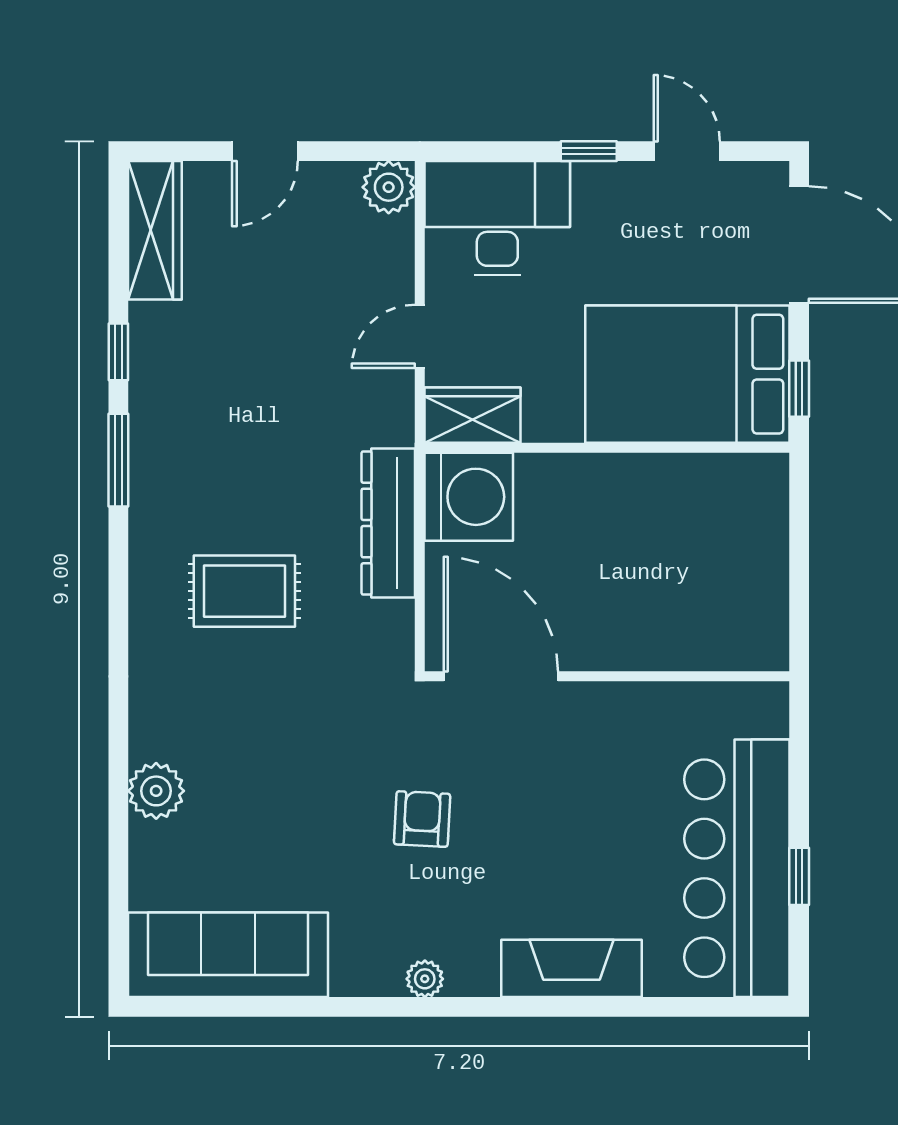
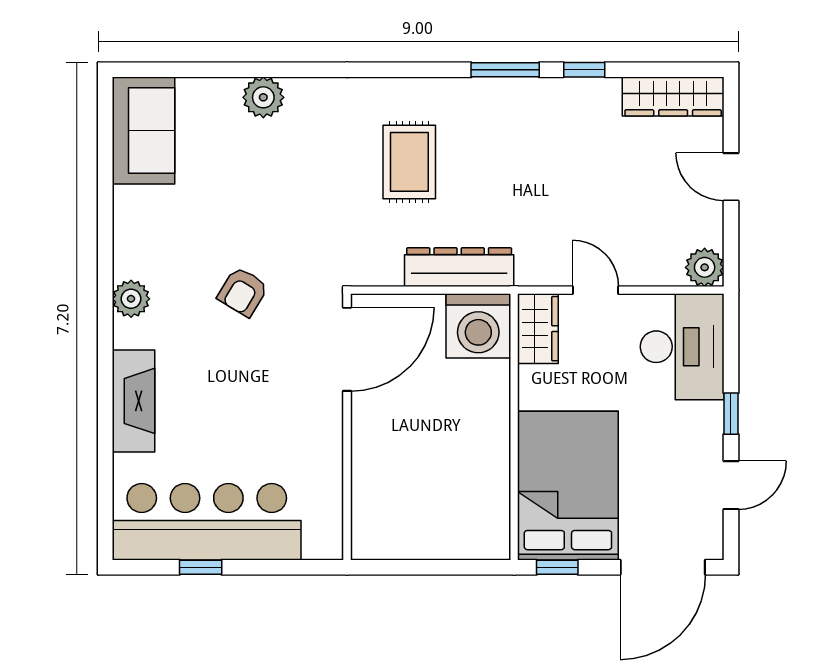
armchair: (422, 819) -> (243, 292), turned 118
sofa: (228, 955) -> (144, 131), width x0.73
plant: (425, 979) -> (131, 299), width x1.38, depth x1.38

